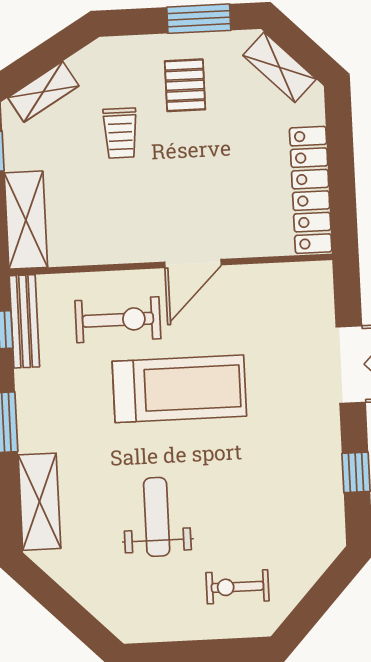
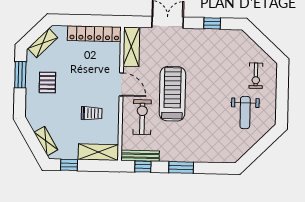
pallet: (185, 85) -> (47, 82), turned 90
trolley: (120, 133) -> (92, 113), moved
shelving: (39, 502) -> (131, 47), moved, turned 90
weight bench: (157, 517) -> (245, 112), moved, turned -90

